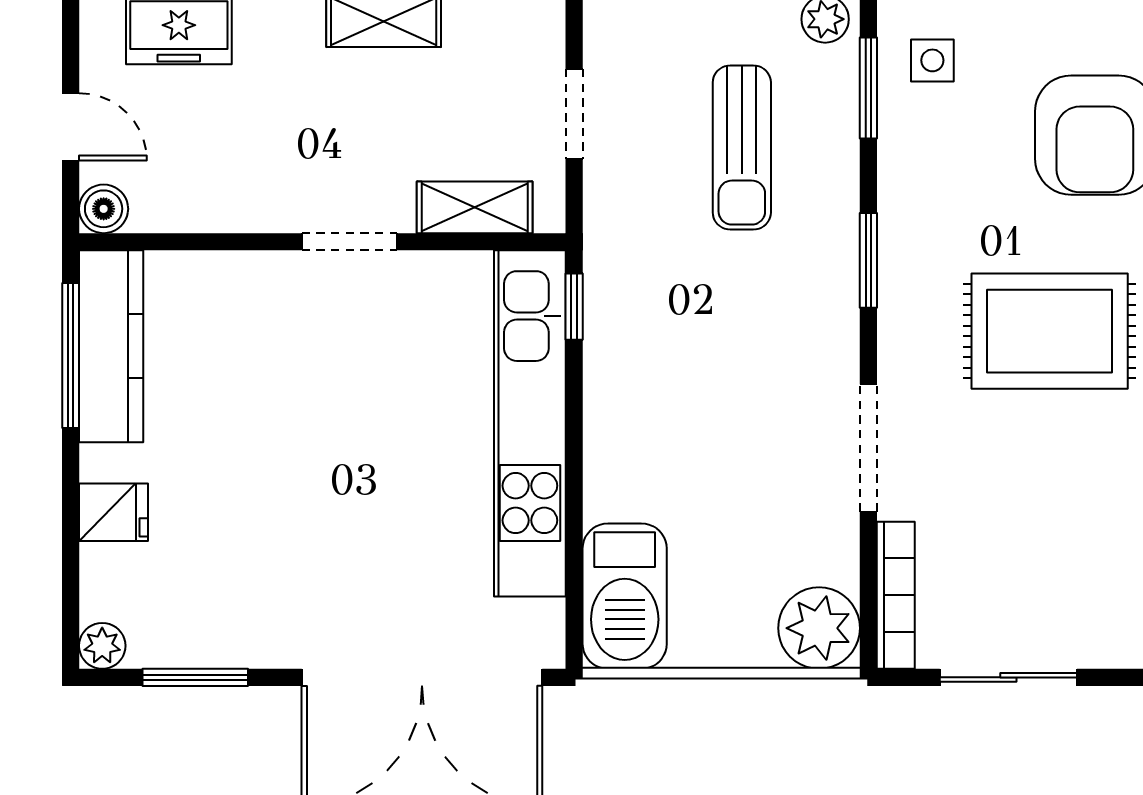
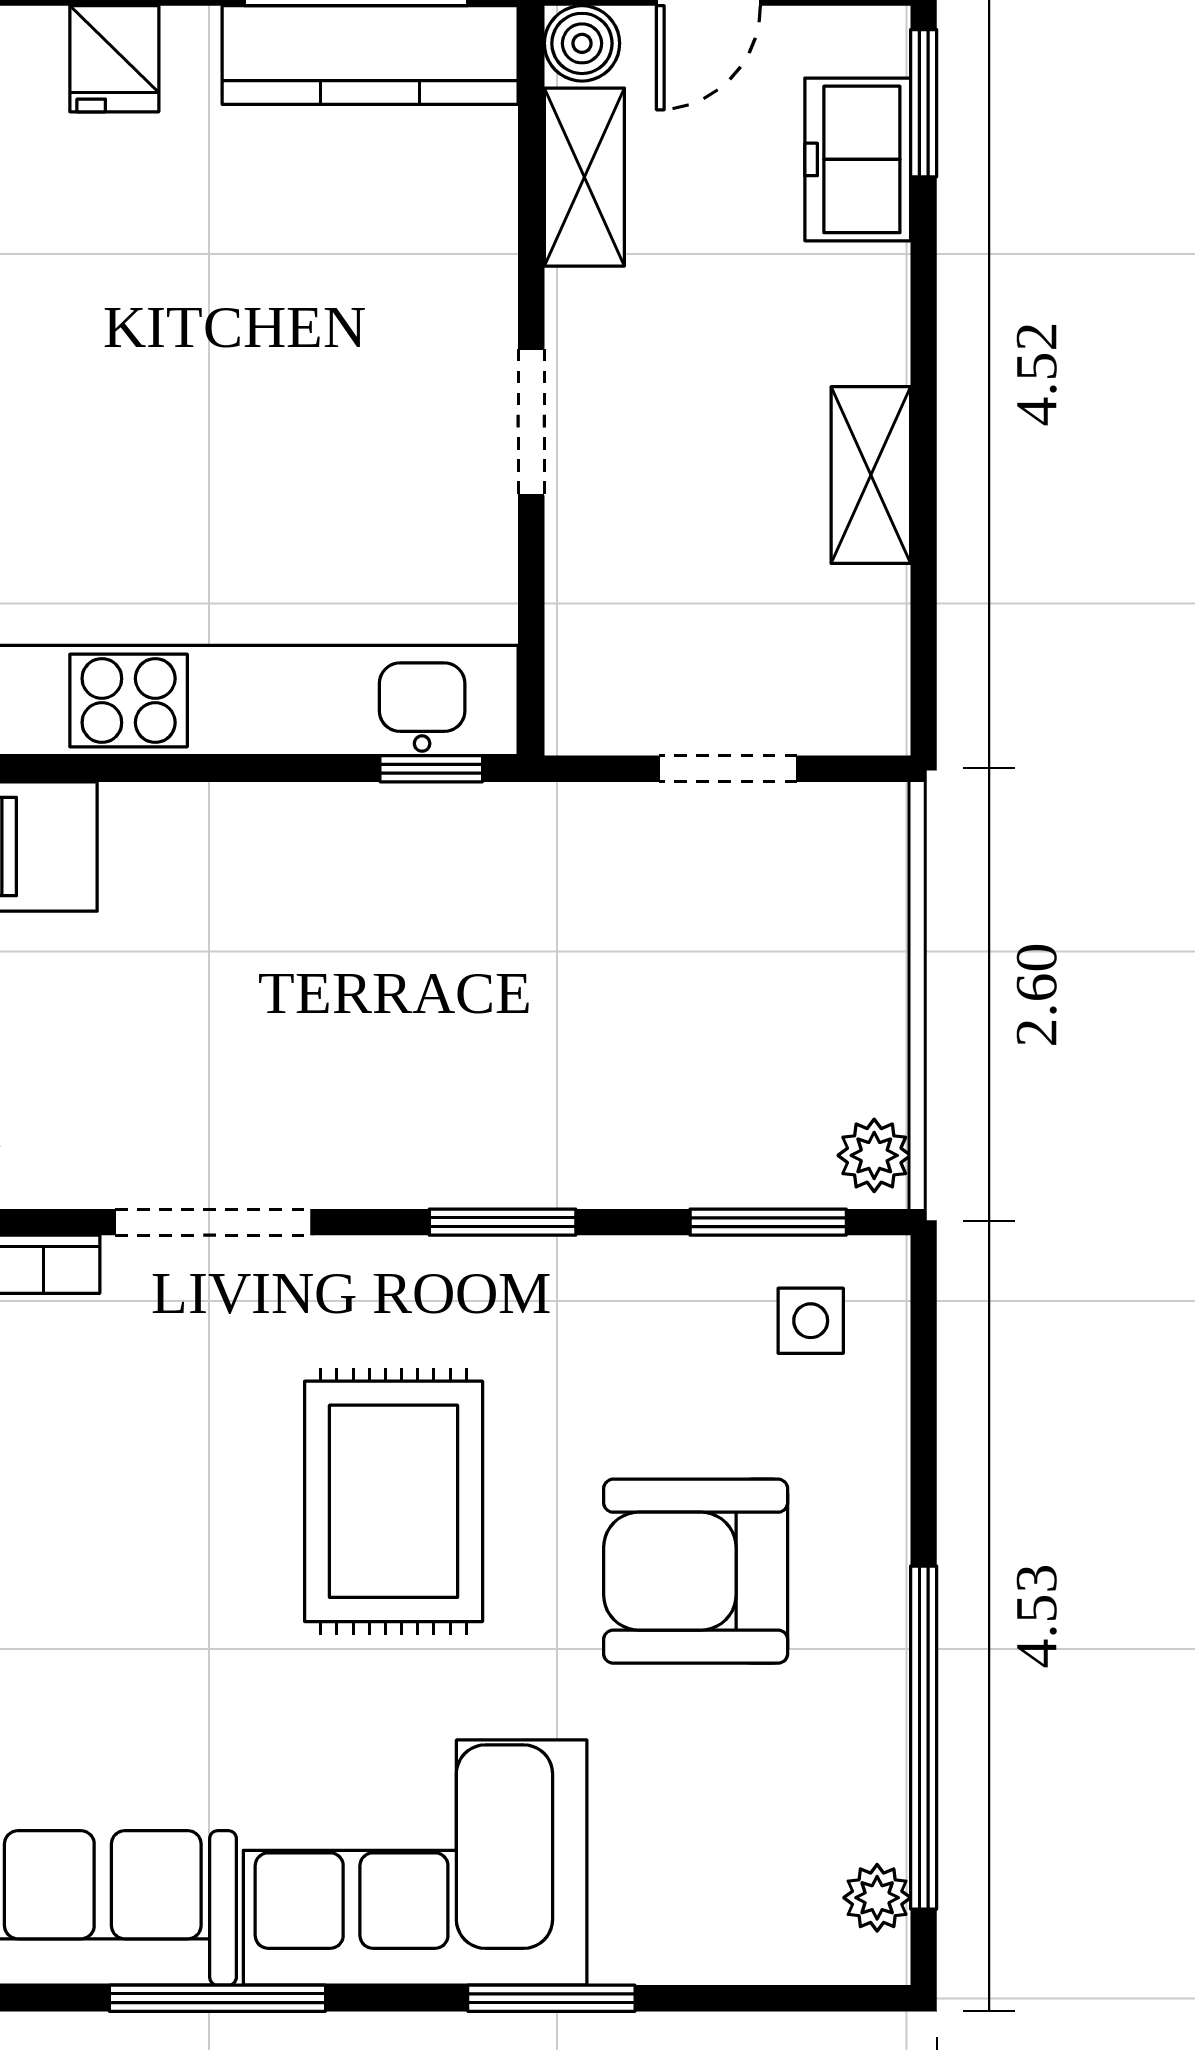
sun lounger: (742, 147) -> (677, 1027), removed
shelving: (475, 207) -> (584, 177), moved

